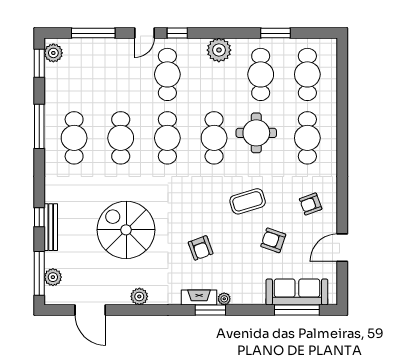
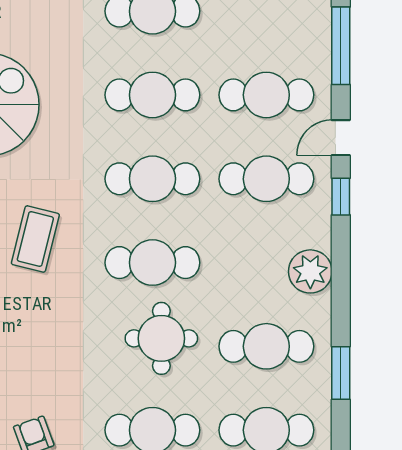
door: (144, 33) -> (341, 138), hinge flipped
cafe table: (121, 74) -> (266, 95), added
coffee table: (248, 201) -> (35, 239), moved, turned 31

